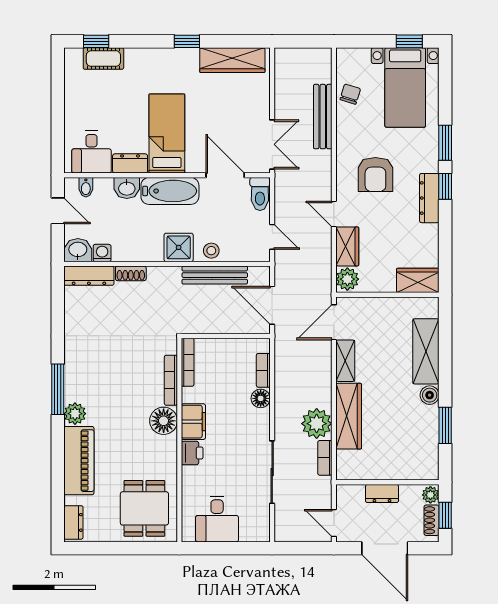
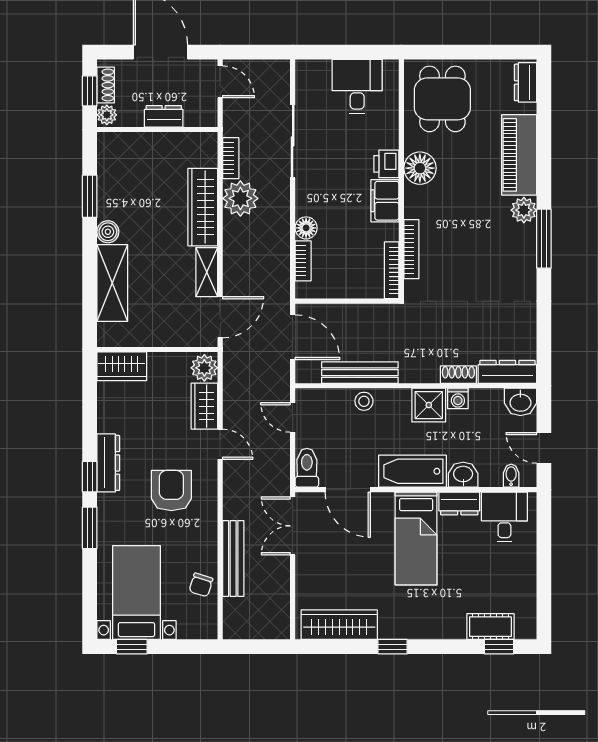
shower: (179, 247) -> (429, 405), moved
washing machine: (102, 253) -> (458, 398), moved
floor lamp: (164, 421) -> (420, 168), moved

